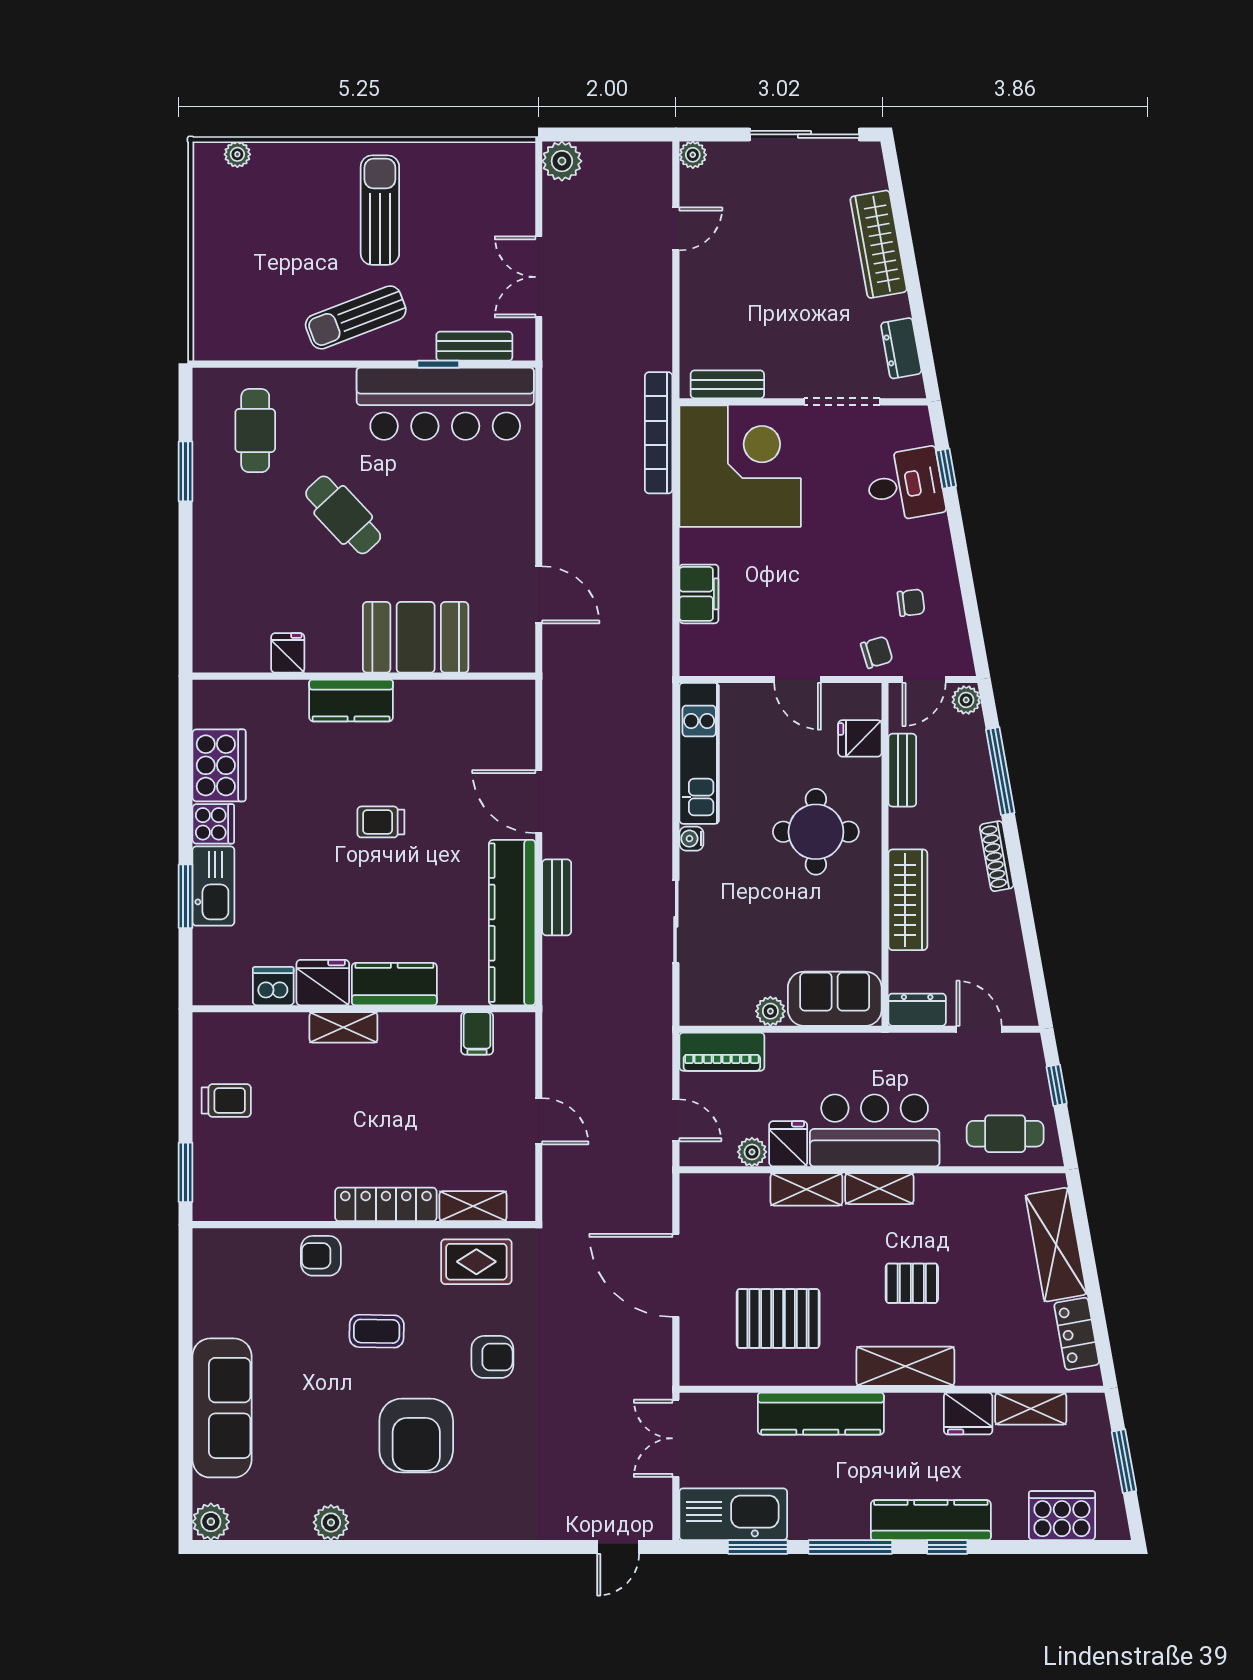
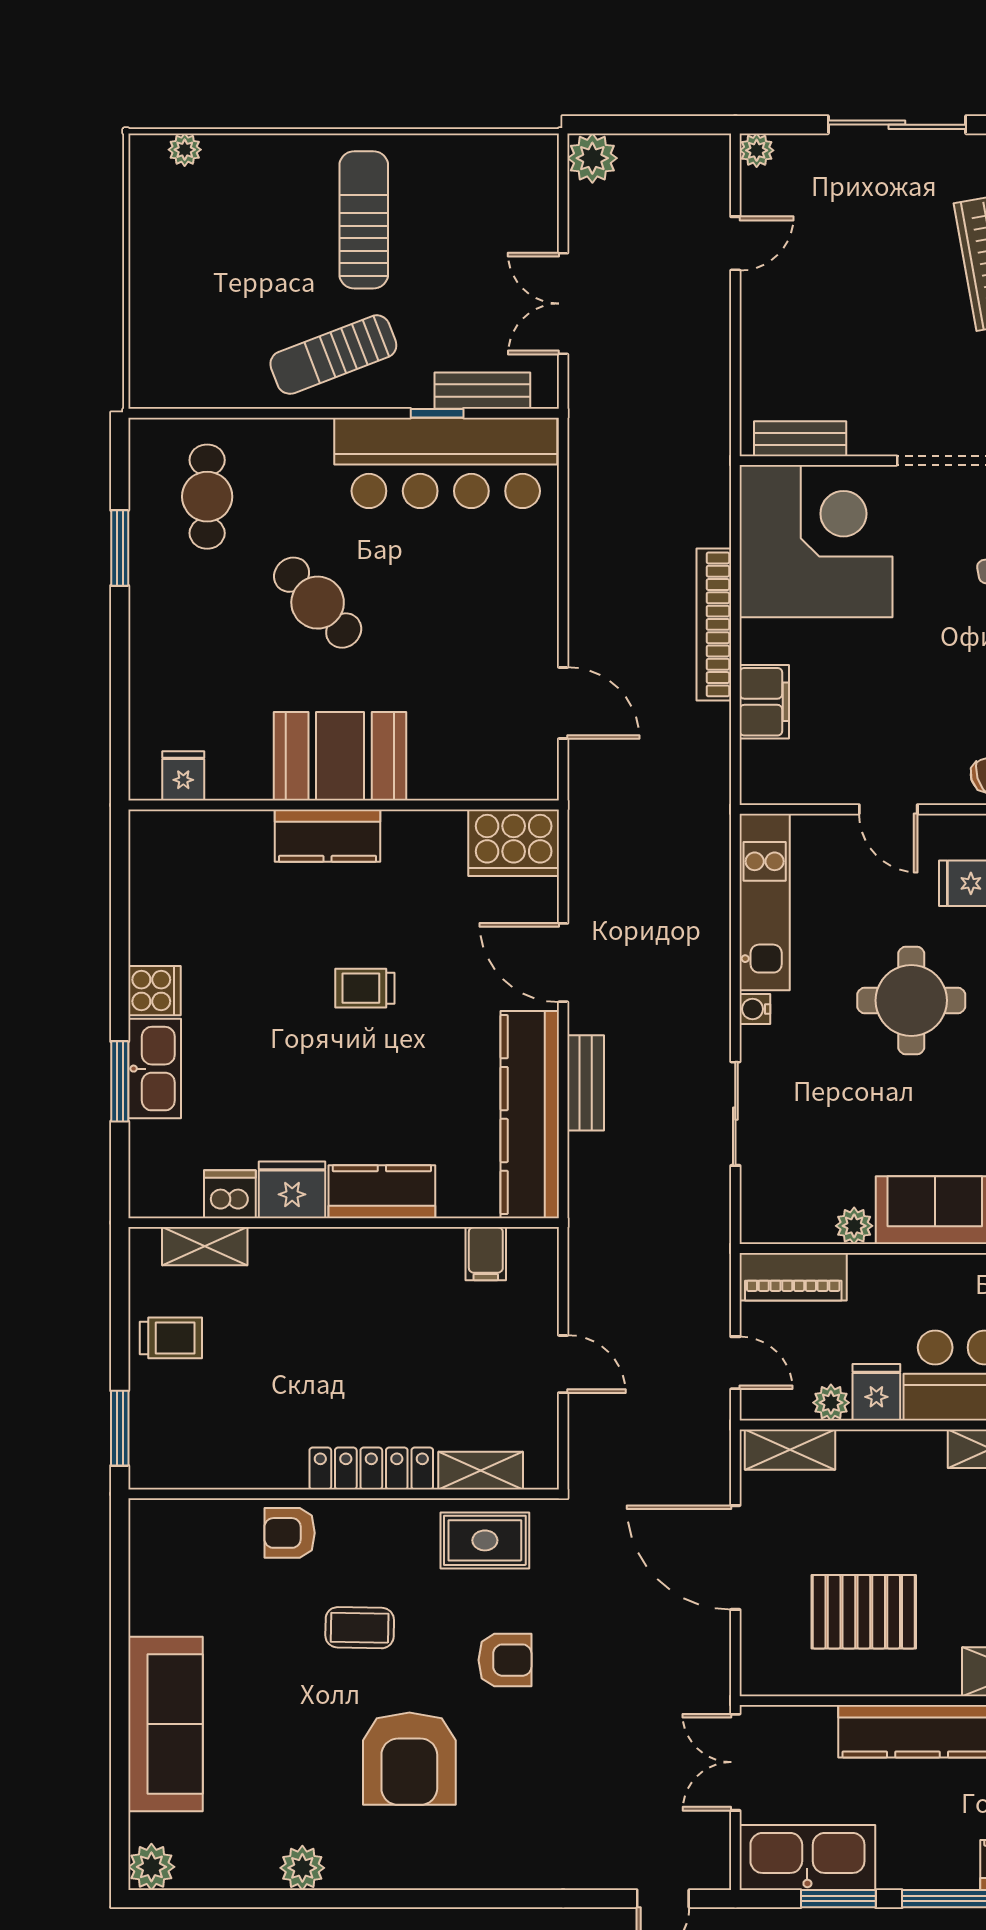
bookcase: (659, 433) -> (714, 624), moved
booth: (416, 637) -> (340, 756), moved
fridge: (288, 653) -> (183, 776), moved
cooker: (219, 765) -> (514, 843), moved, turned 90
shelving: (343, 1027) -> (205, 1246), moved
shelving: (806, 1189) -> (790, 1450), moved

